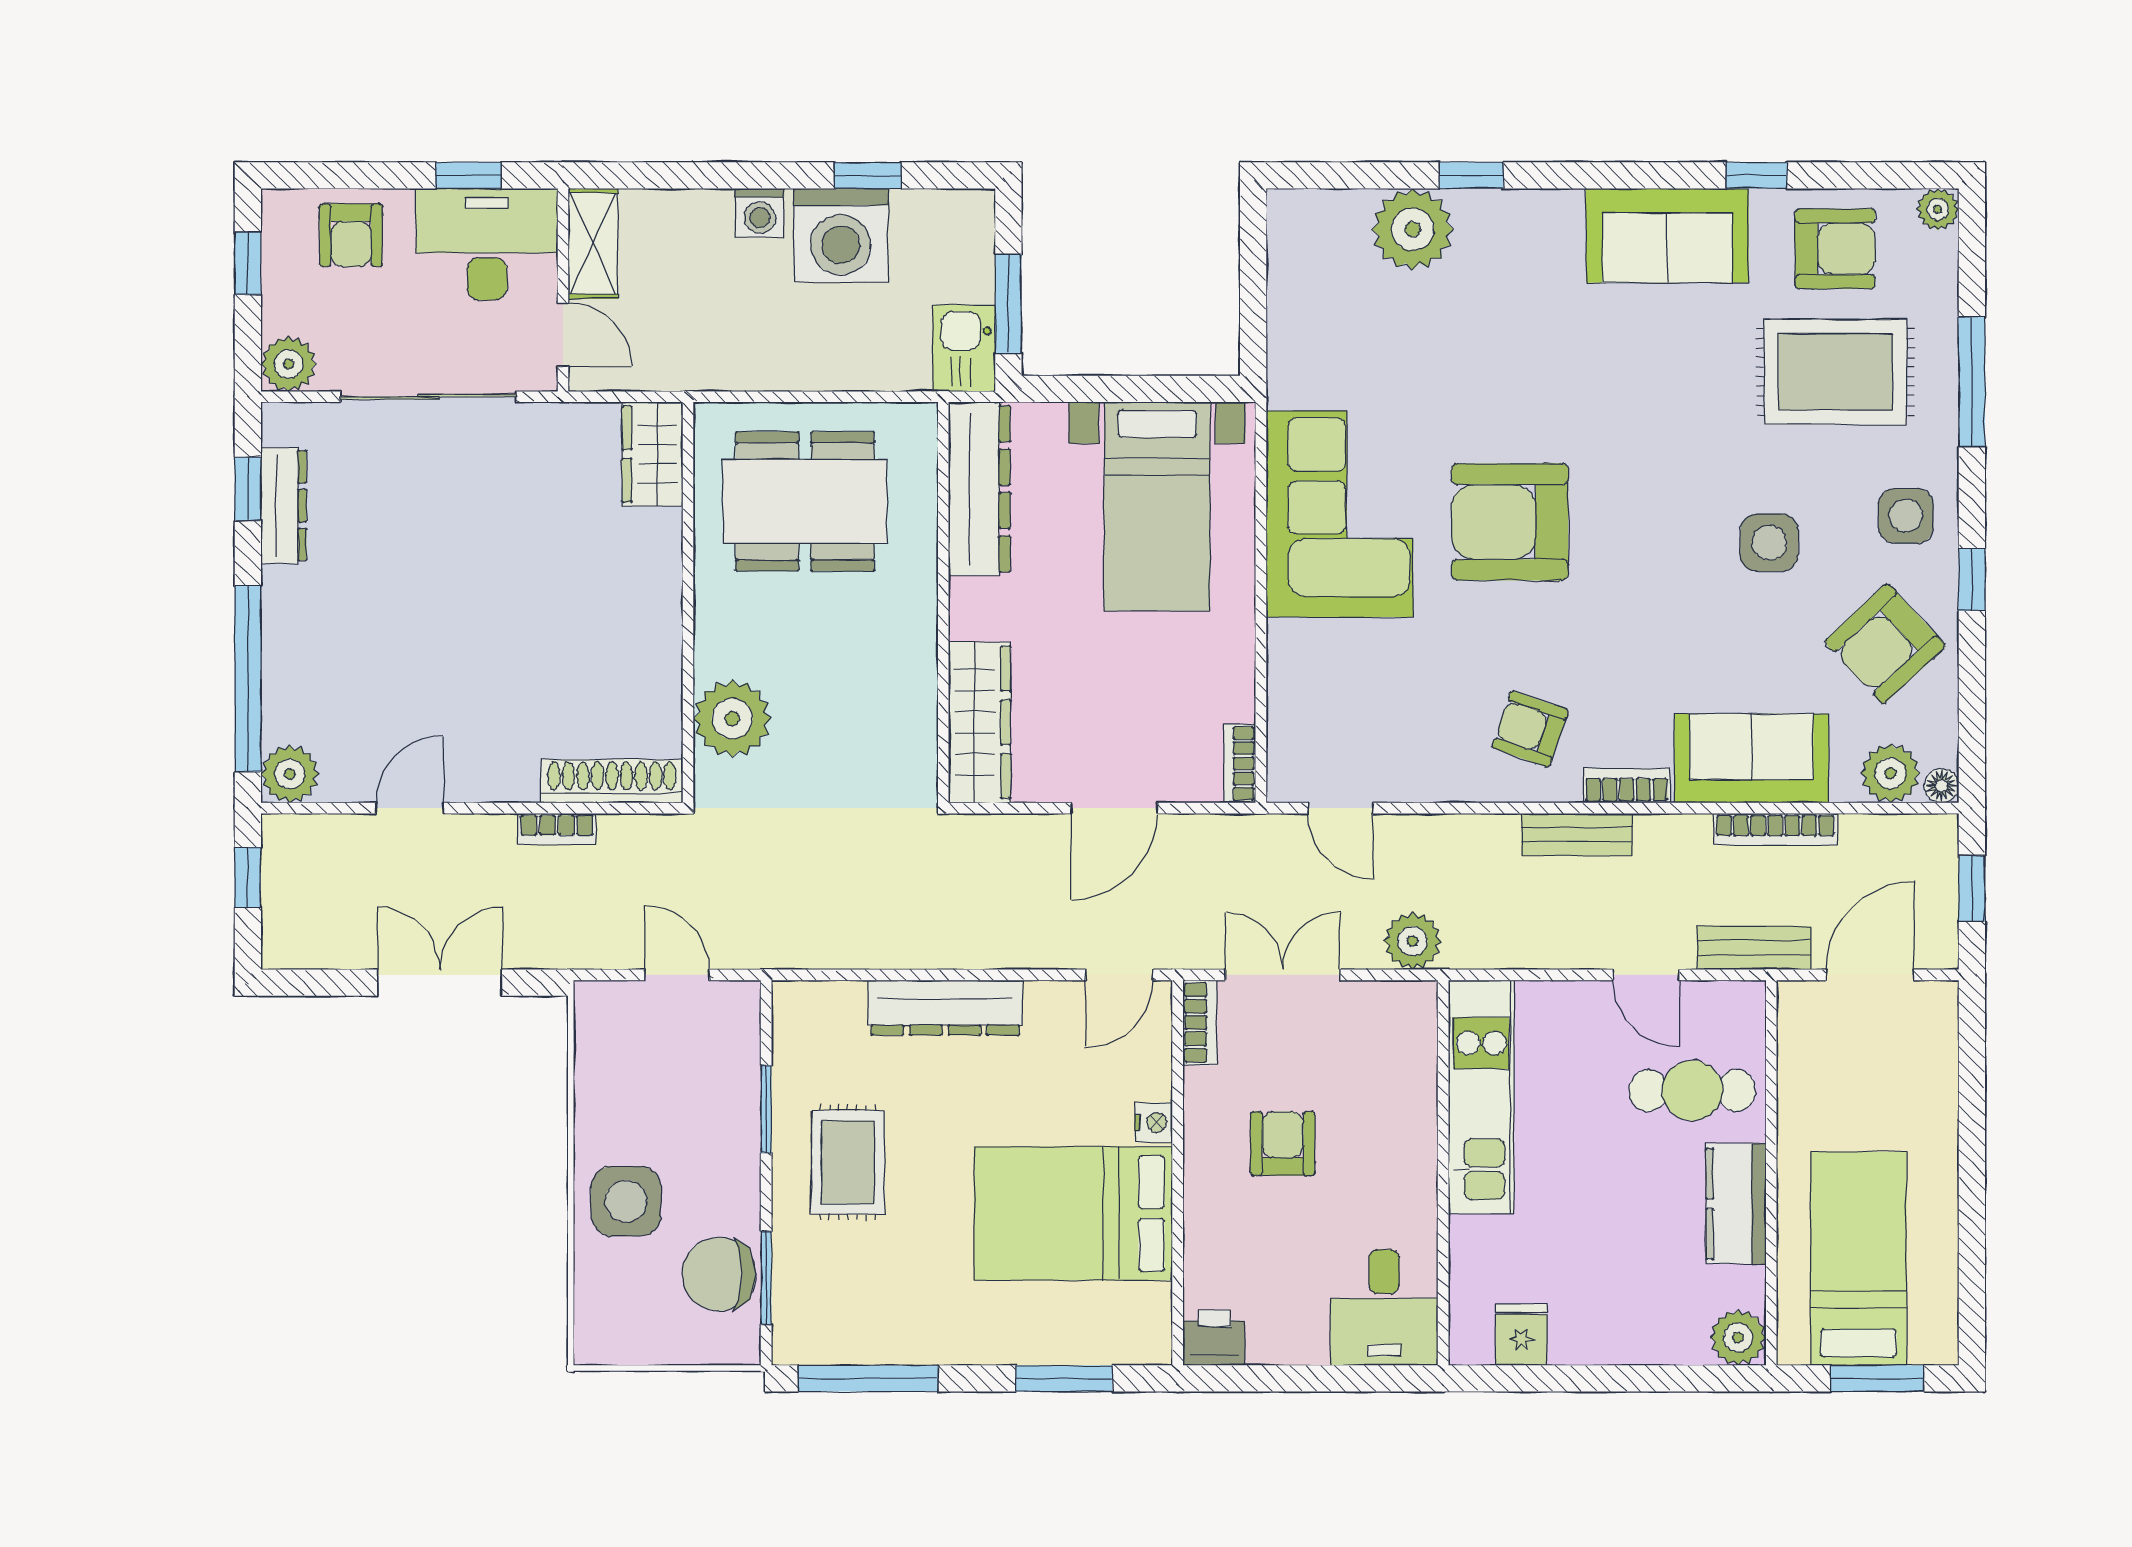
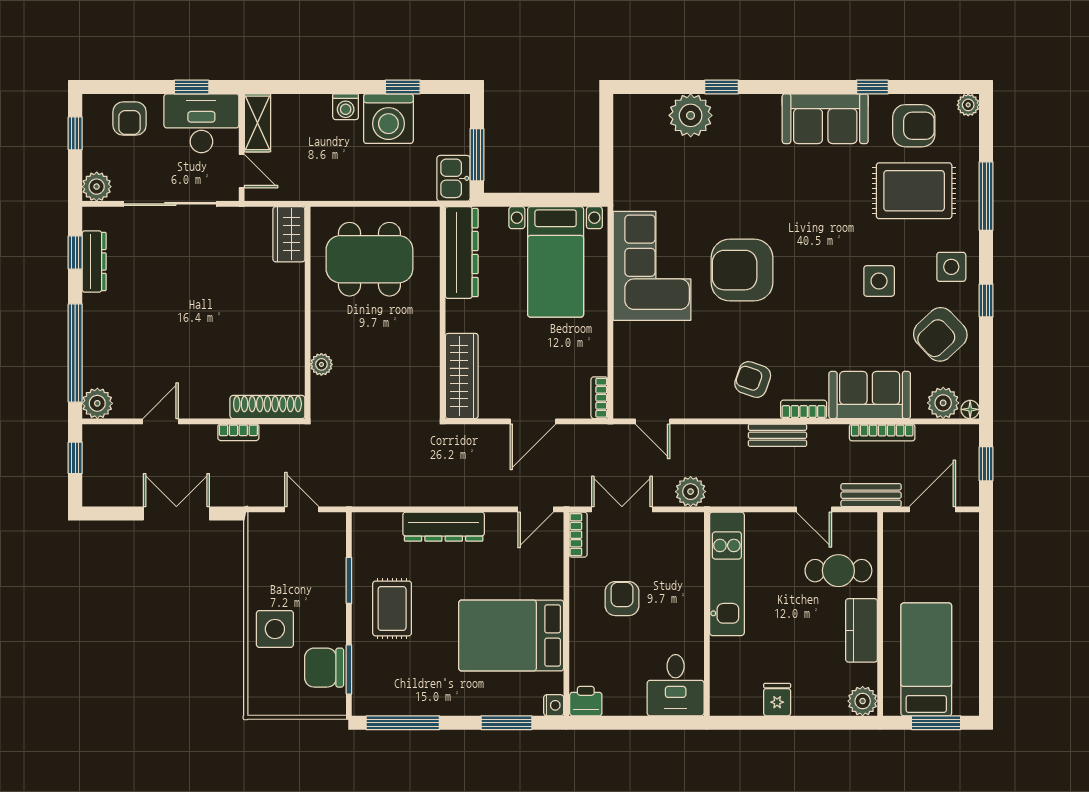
plant: (732, 719) -> (321, 364), width x0.53, depth x0.53
nightstand: (1154, 1122) -> (554, 705), moved
fridge: (1521, 1335) -> (777, 700), moved

